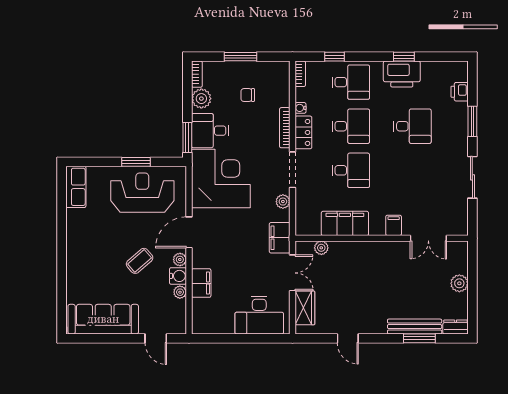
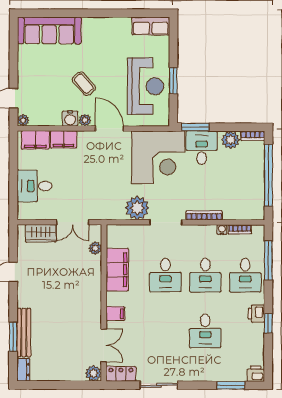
window: (240, 57) -> (269, 175), width x2.11
window: (335, 57) -> (268, 261), width x2.17
bookcase: (300, 74) -> (240, 229), moved
printer: (402, 74) -> (256, 314), width x0.53, depth x0.68
printer: (460, 92) -> (256, 374), moved
chair: (248, 95) -> (234, 182), removed
window: (472, 121) -> (231, 385), moved
locker: (303, 132) -> (121, 374), moved, turned 180
plant: (283, 202) -> (137, 208), width x1.88, depth x1.88
filing cabinet: (280, 238) -> (35, 140), moved, turned 180
double door: (428, 238) -> (104, 345), swing flipped
plant: (459, 283) -> (93, 373), moved
plant: (180, 292) -> (23, 120), moved
desk: (259, 315) -> (34, 186), width x0.73
sofa: (103, 319) -> (49, 30), moved, turned 90

